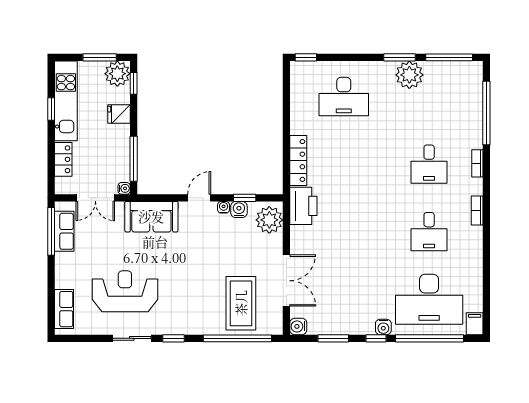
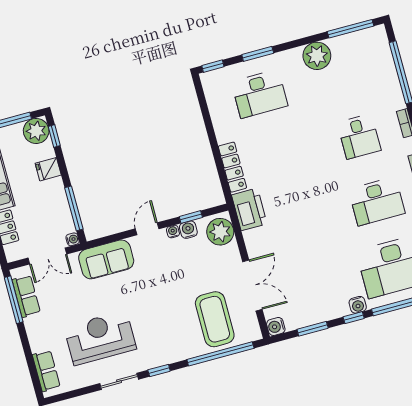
window: (400, 57) -> (258, 54), moved
desk: (429, 232) -> (377, 201), width x1.37

